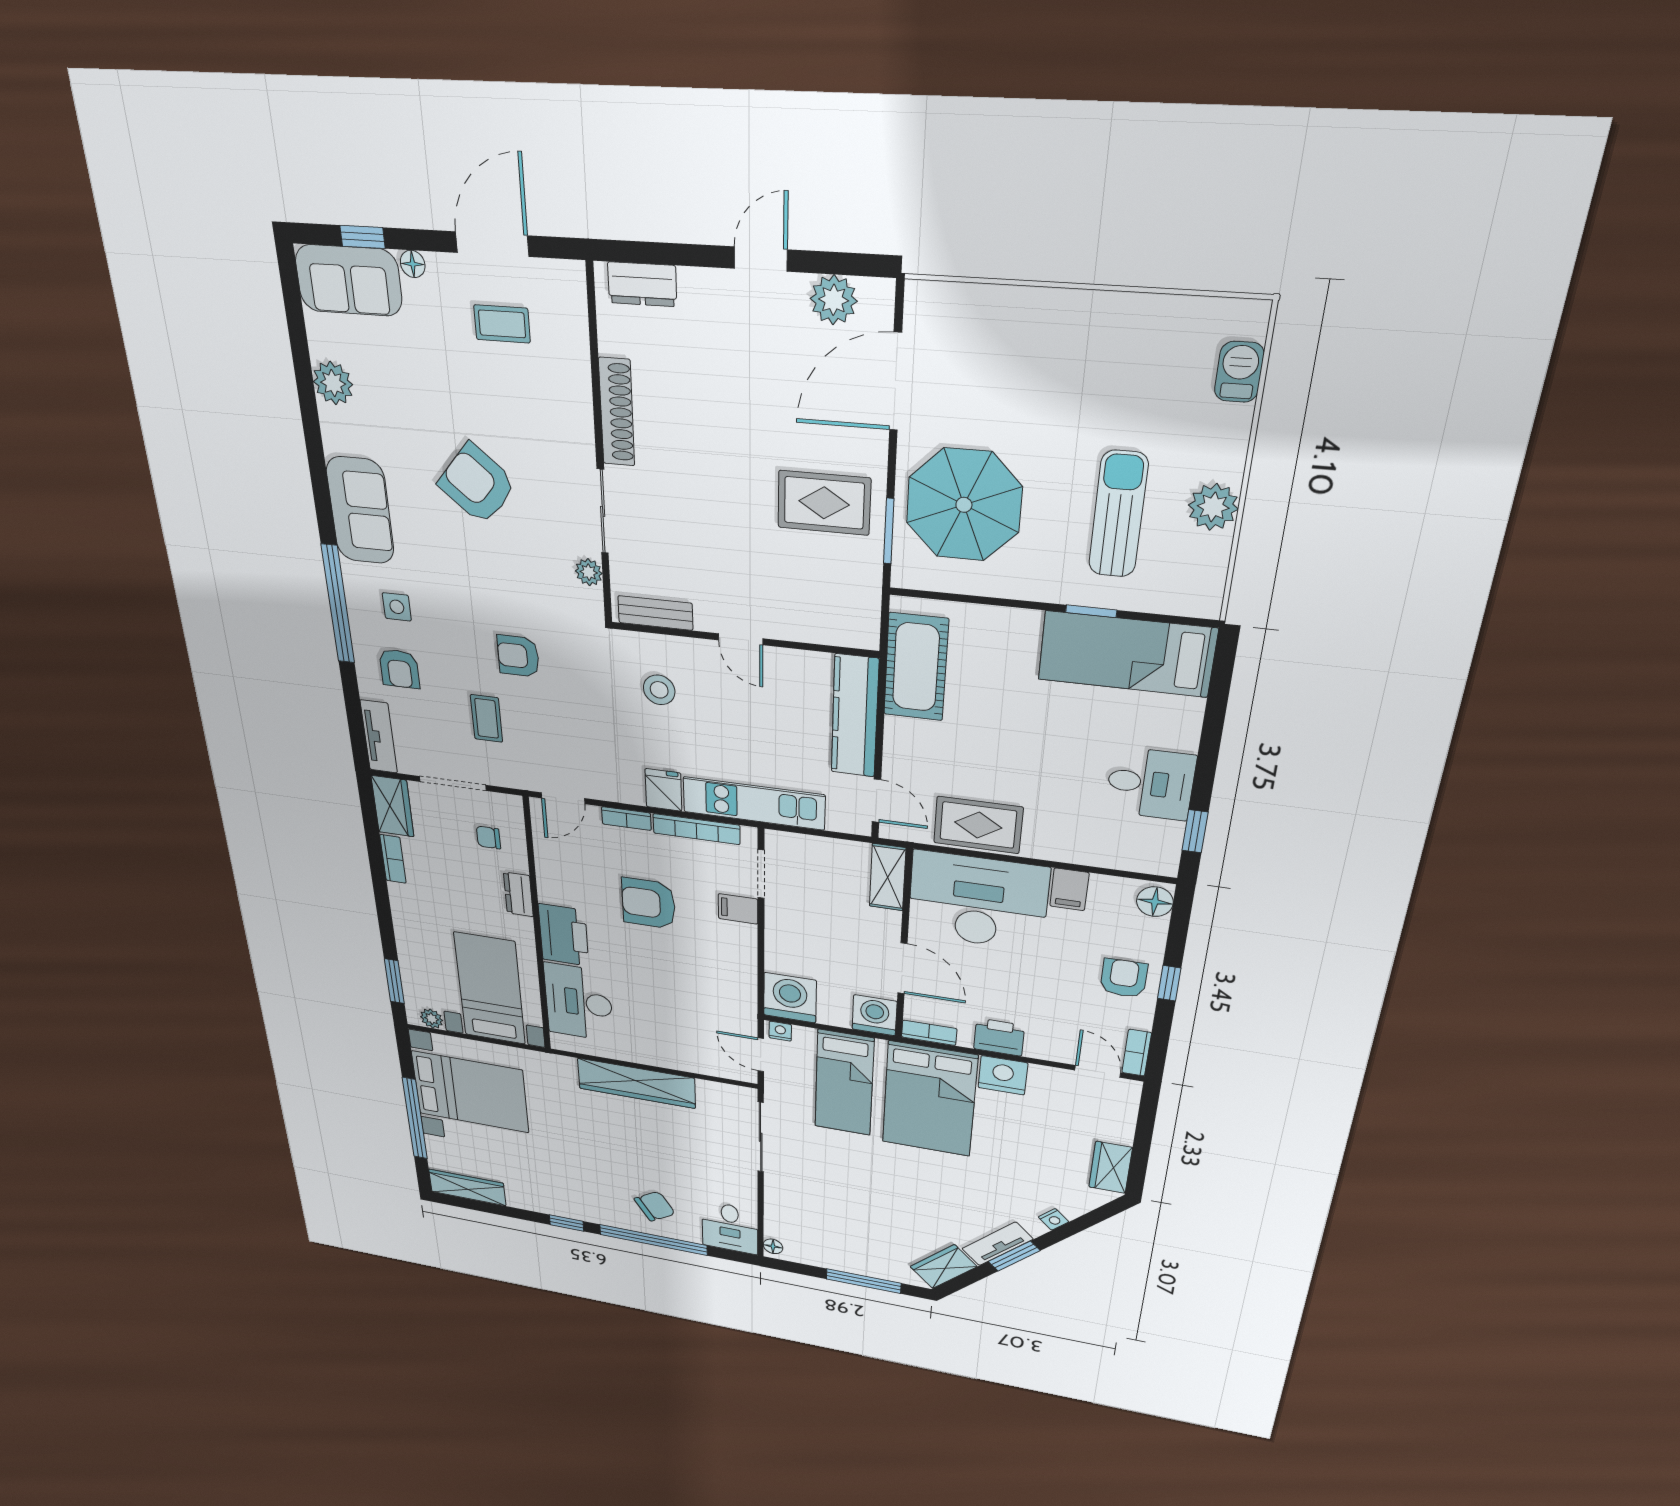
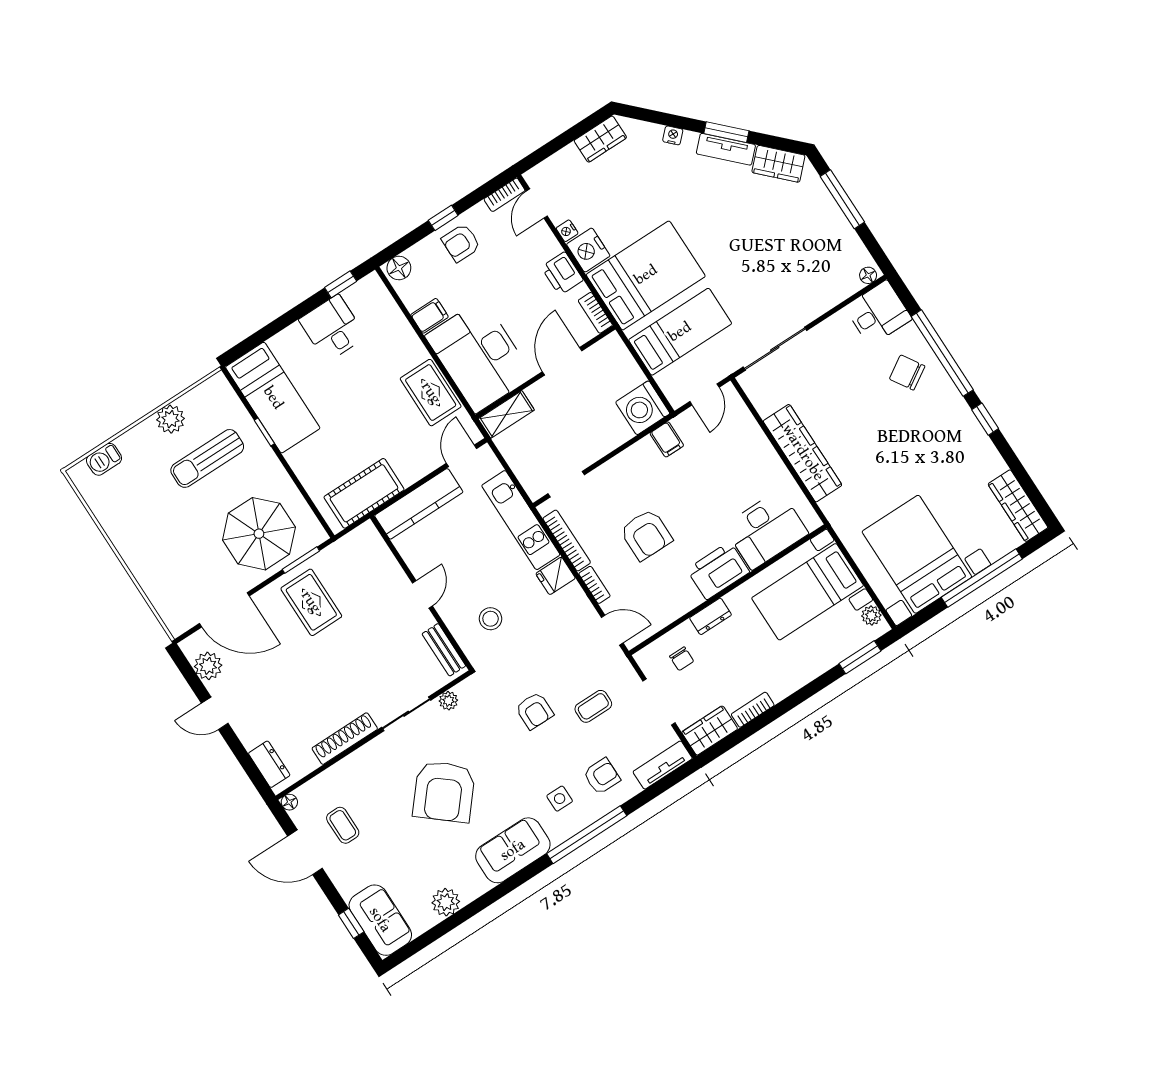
floor lamp: (413, 264) -> (289, 802), moved
armchair: (477, 484) -> (444, 792), width x1.36, depth x1.36
filing cabinet: (738, 909) -> (667, 439), moved
washing machine: (875, 1015) -> (611, 352), removed
nightstand: (780, 1031) -> (567, 231), moved

